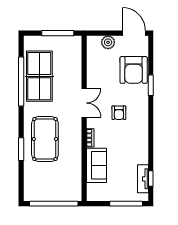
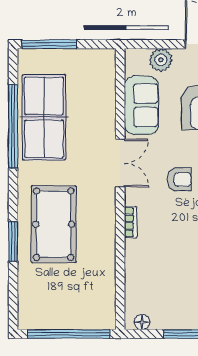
window: (58, 33) -> (49, 44), moved
armchair: (119, 113) -> (179, 179), turned -90
sofa: (97, 165) -> (141, 105), moved
floor lamp: (97, 197) -> (142, 322), added

